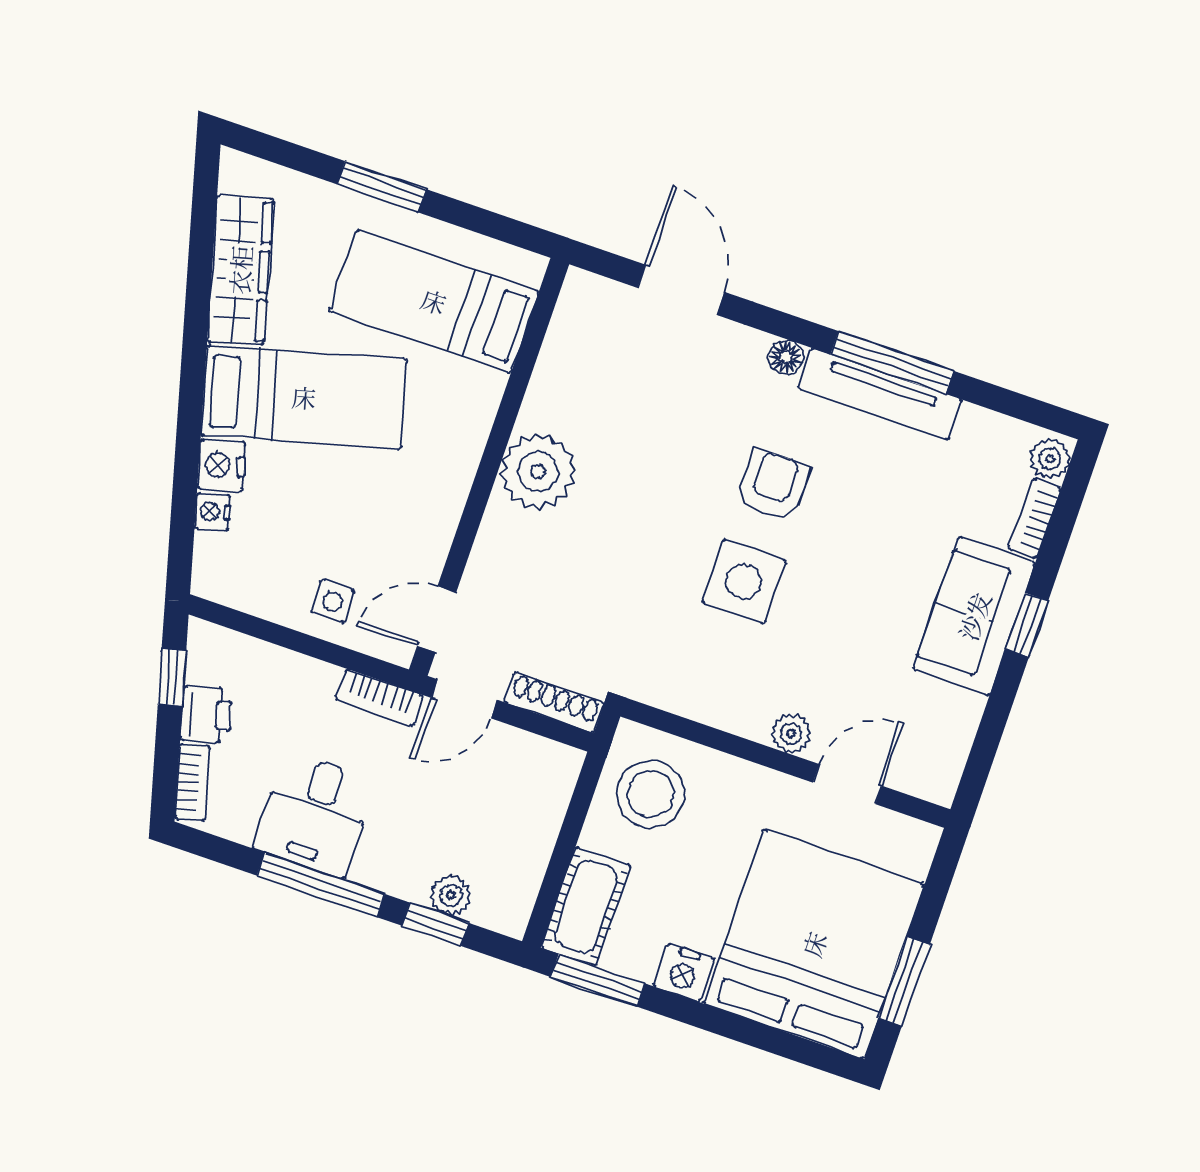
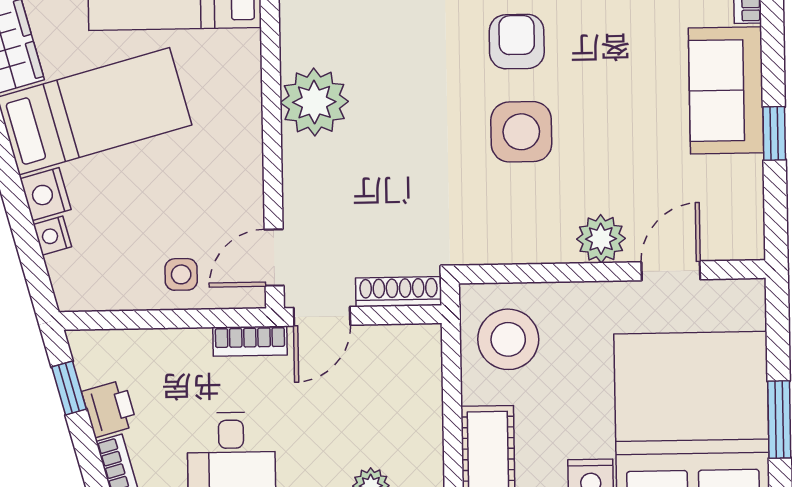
window: (1027, 625) -> (774, 133), moved
plant: (791, 733) -> (601, 239), width x1.38, depth x1.38

